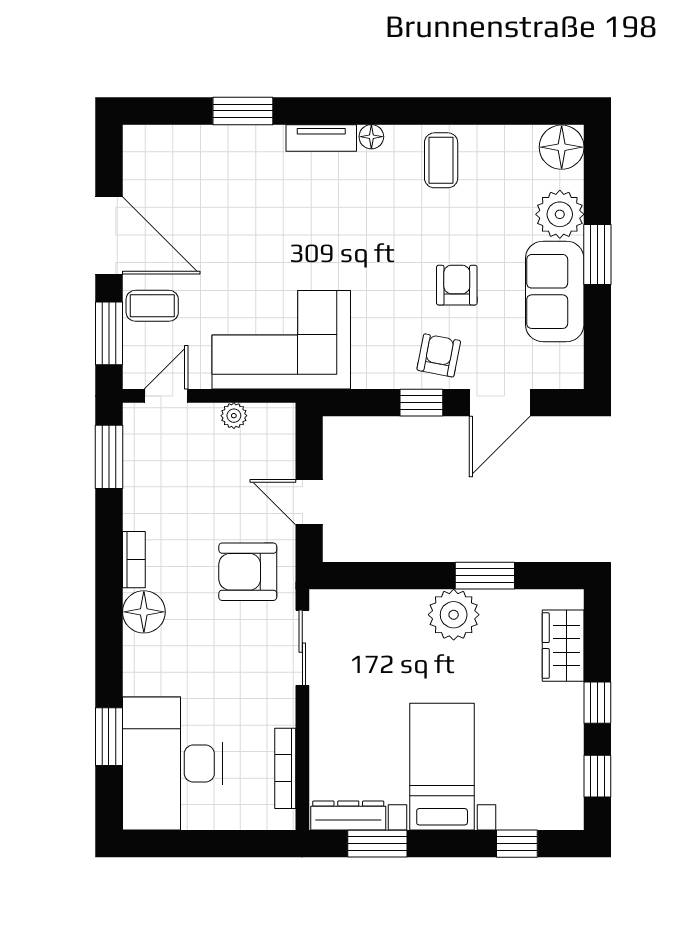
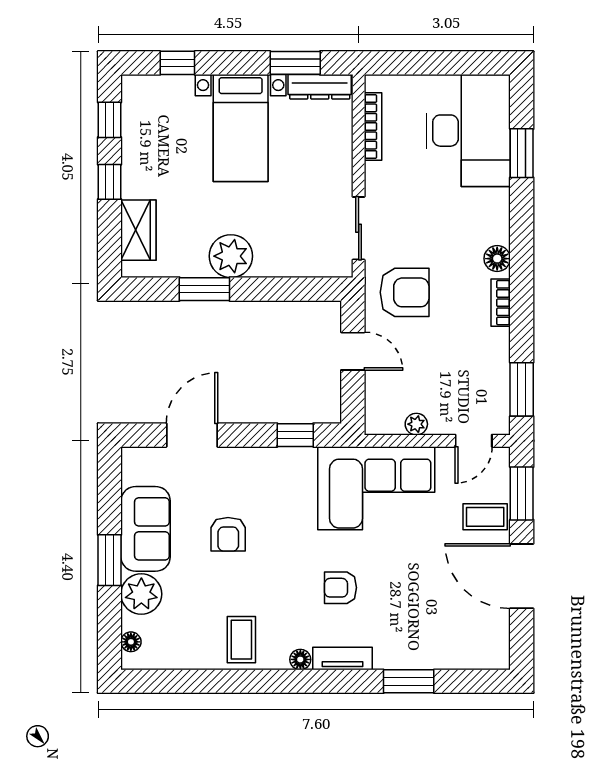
floor lamp: (562, 147) -> (131, 642), width x0.53, depth x0.53
armchair: (439, 355) -> (340, 588), moved, turned 79
window: (421, 403) -> (295, 435), moved
floor lamp: (144, 612) -> (497, 259), width x0.73, depth x0.73

